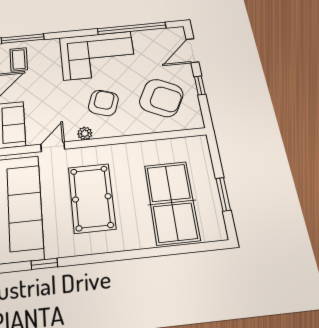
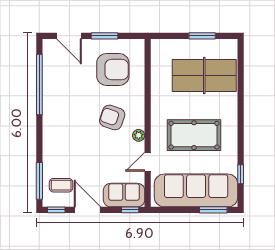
corner sofa: (98, 55) -> (65, 117), removed
window: (200, 85) -> (105, 36), width x1.50
armchair: (161, 98) -> (113, 69), turned 63
door: (53, 147) -> (148, 162), hinge flipped

